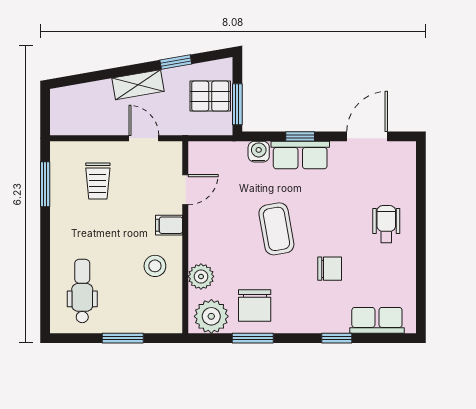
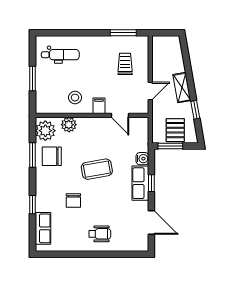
trolley: (98, 181) -> (125, 64), turned 90

